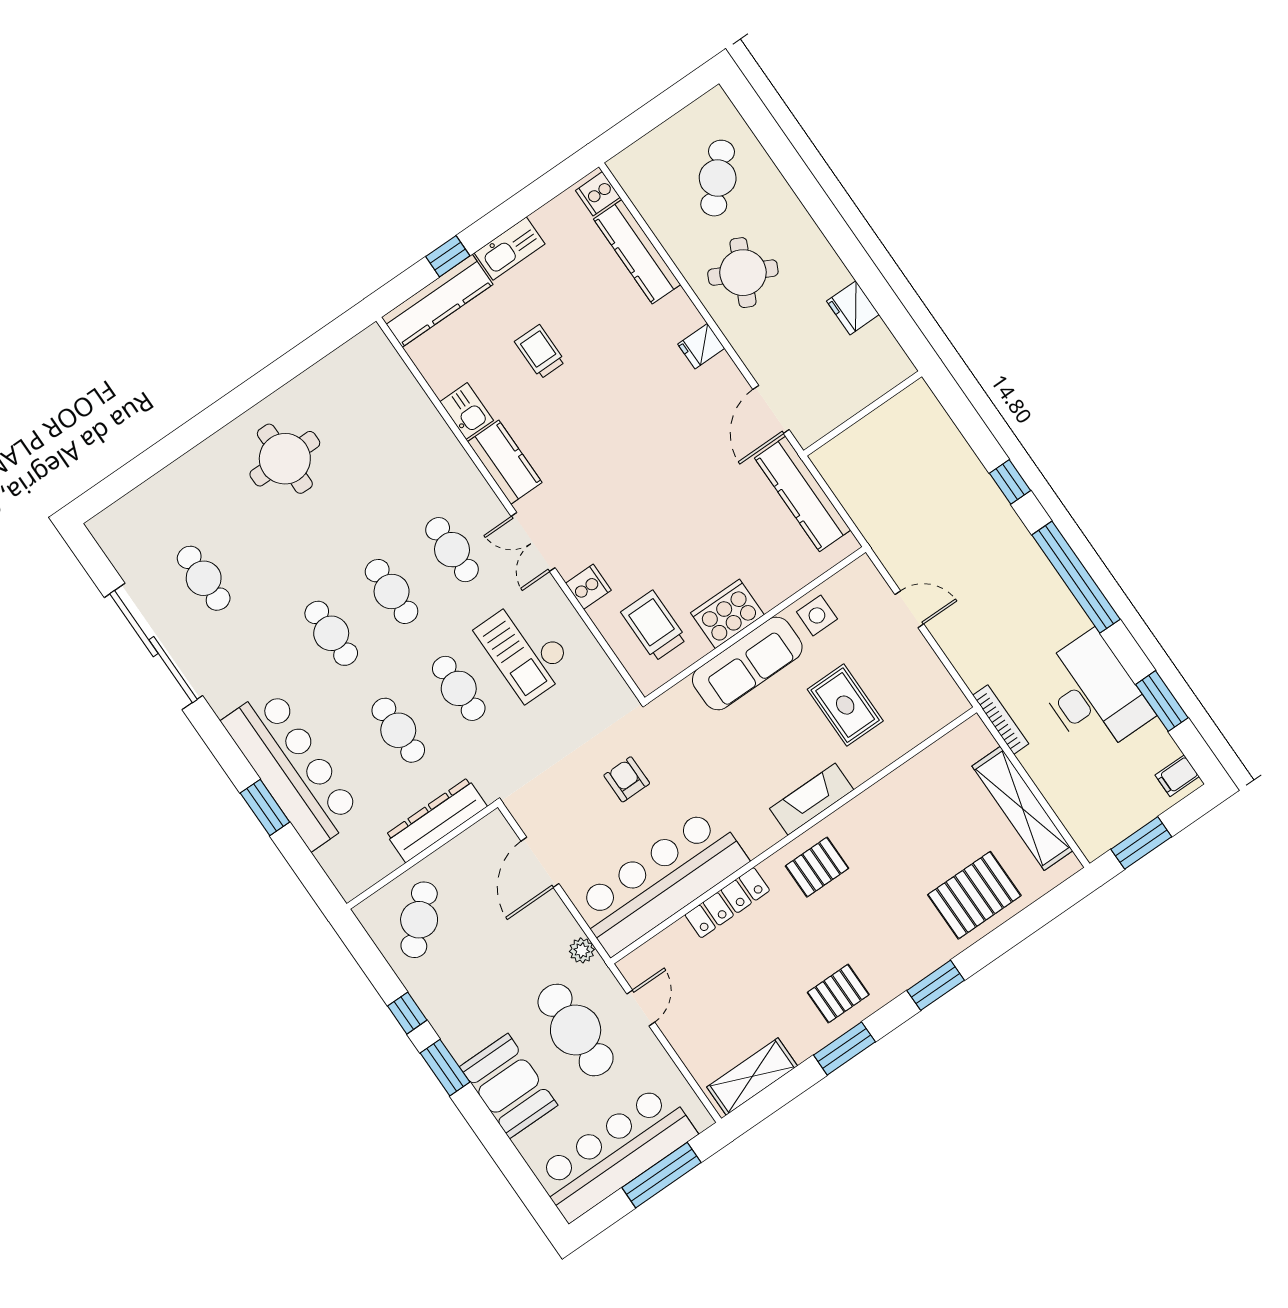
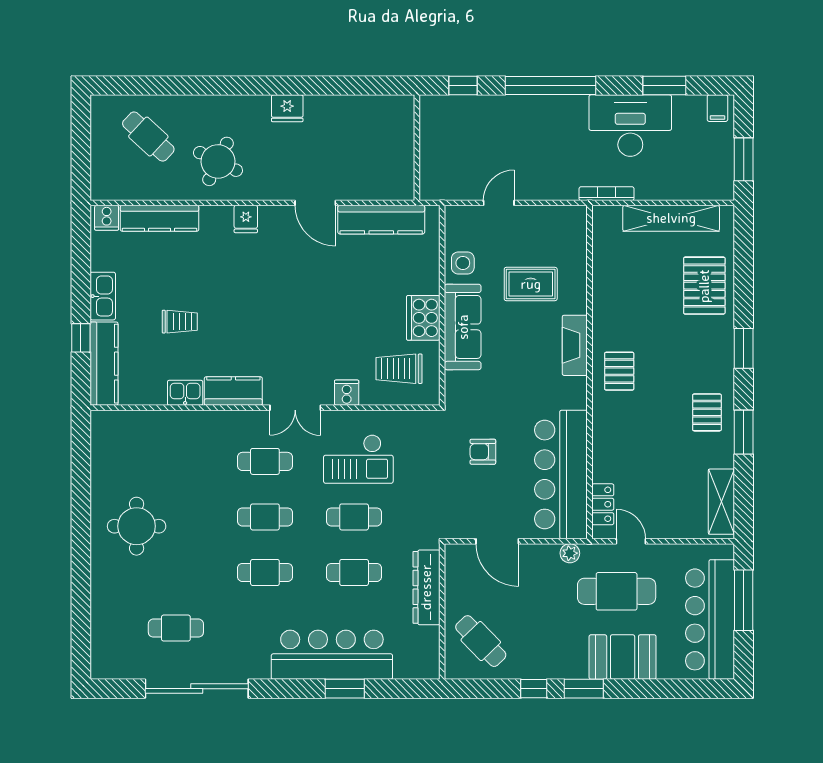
trolley: (540, 352) -> (180, 322), turned 180
wall: (863, 413) -> (417, 148), moved
locker: (727, 903) -> (603, 504), moved, width x0.66

